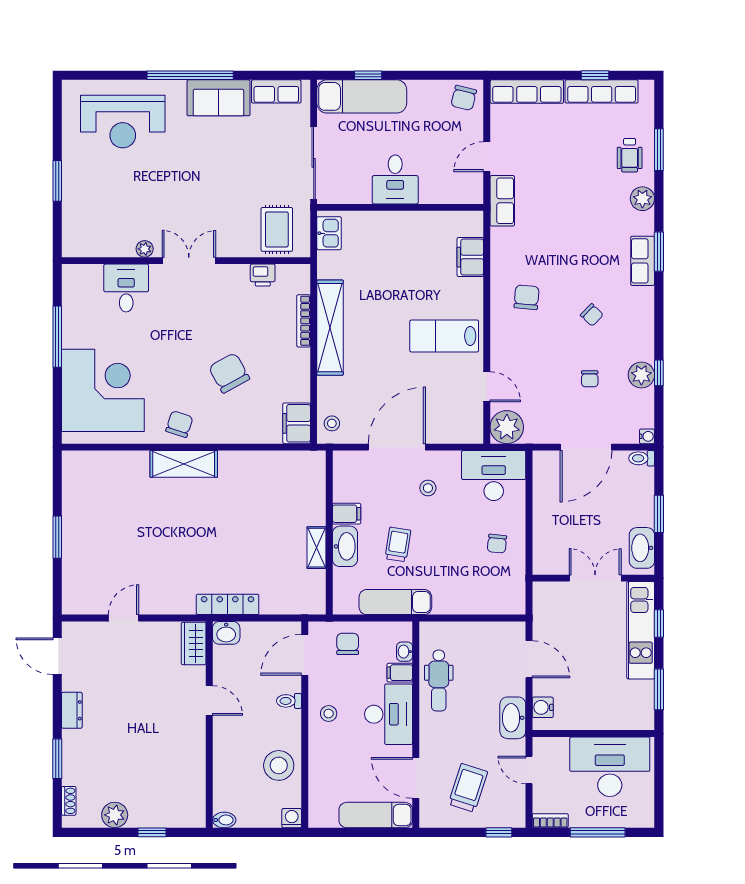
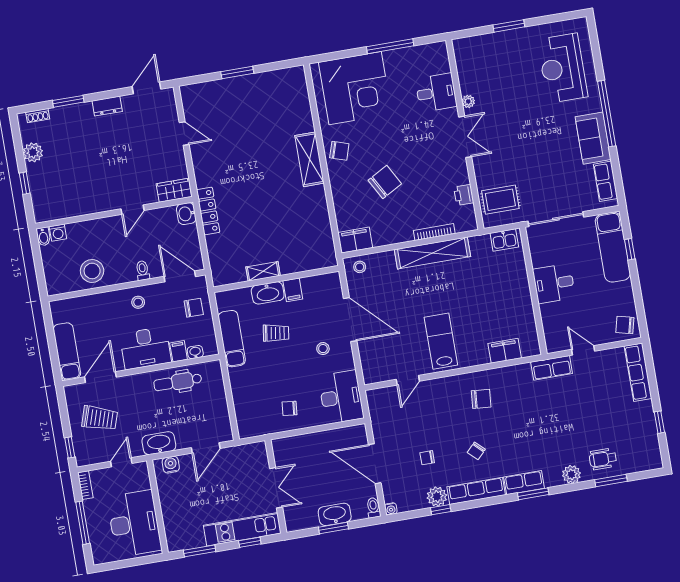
row of seats: (602, 91) -> (476, 491), moved, turned 90
plant: (507, 427) -> (380, 401), removed
washbasin: (642, 548) -> (335, 514), moved
washing machine: (292, 818) -> (58, 233), moved, turned 90

